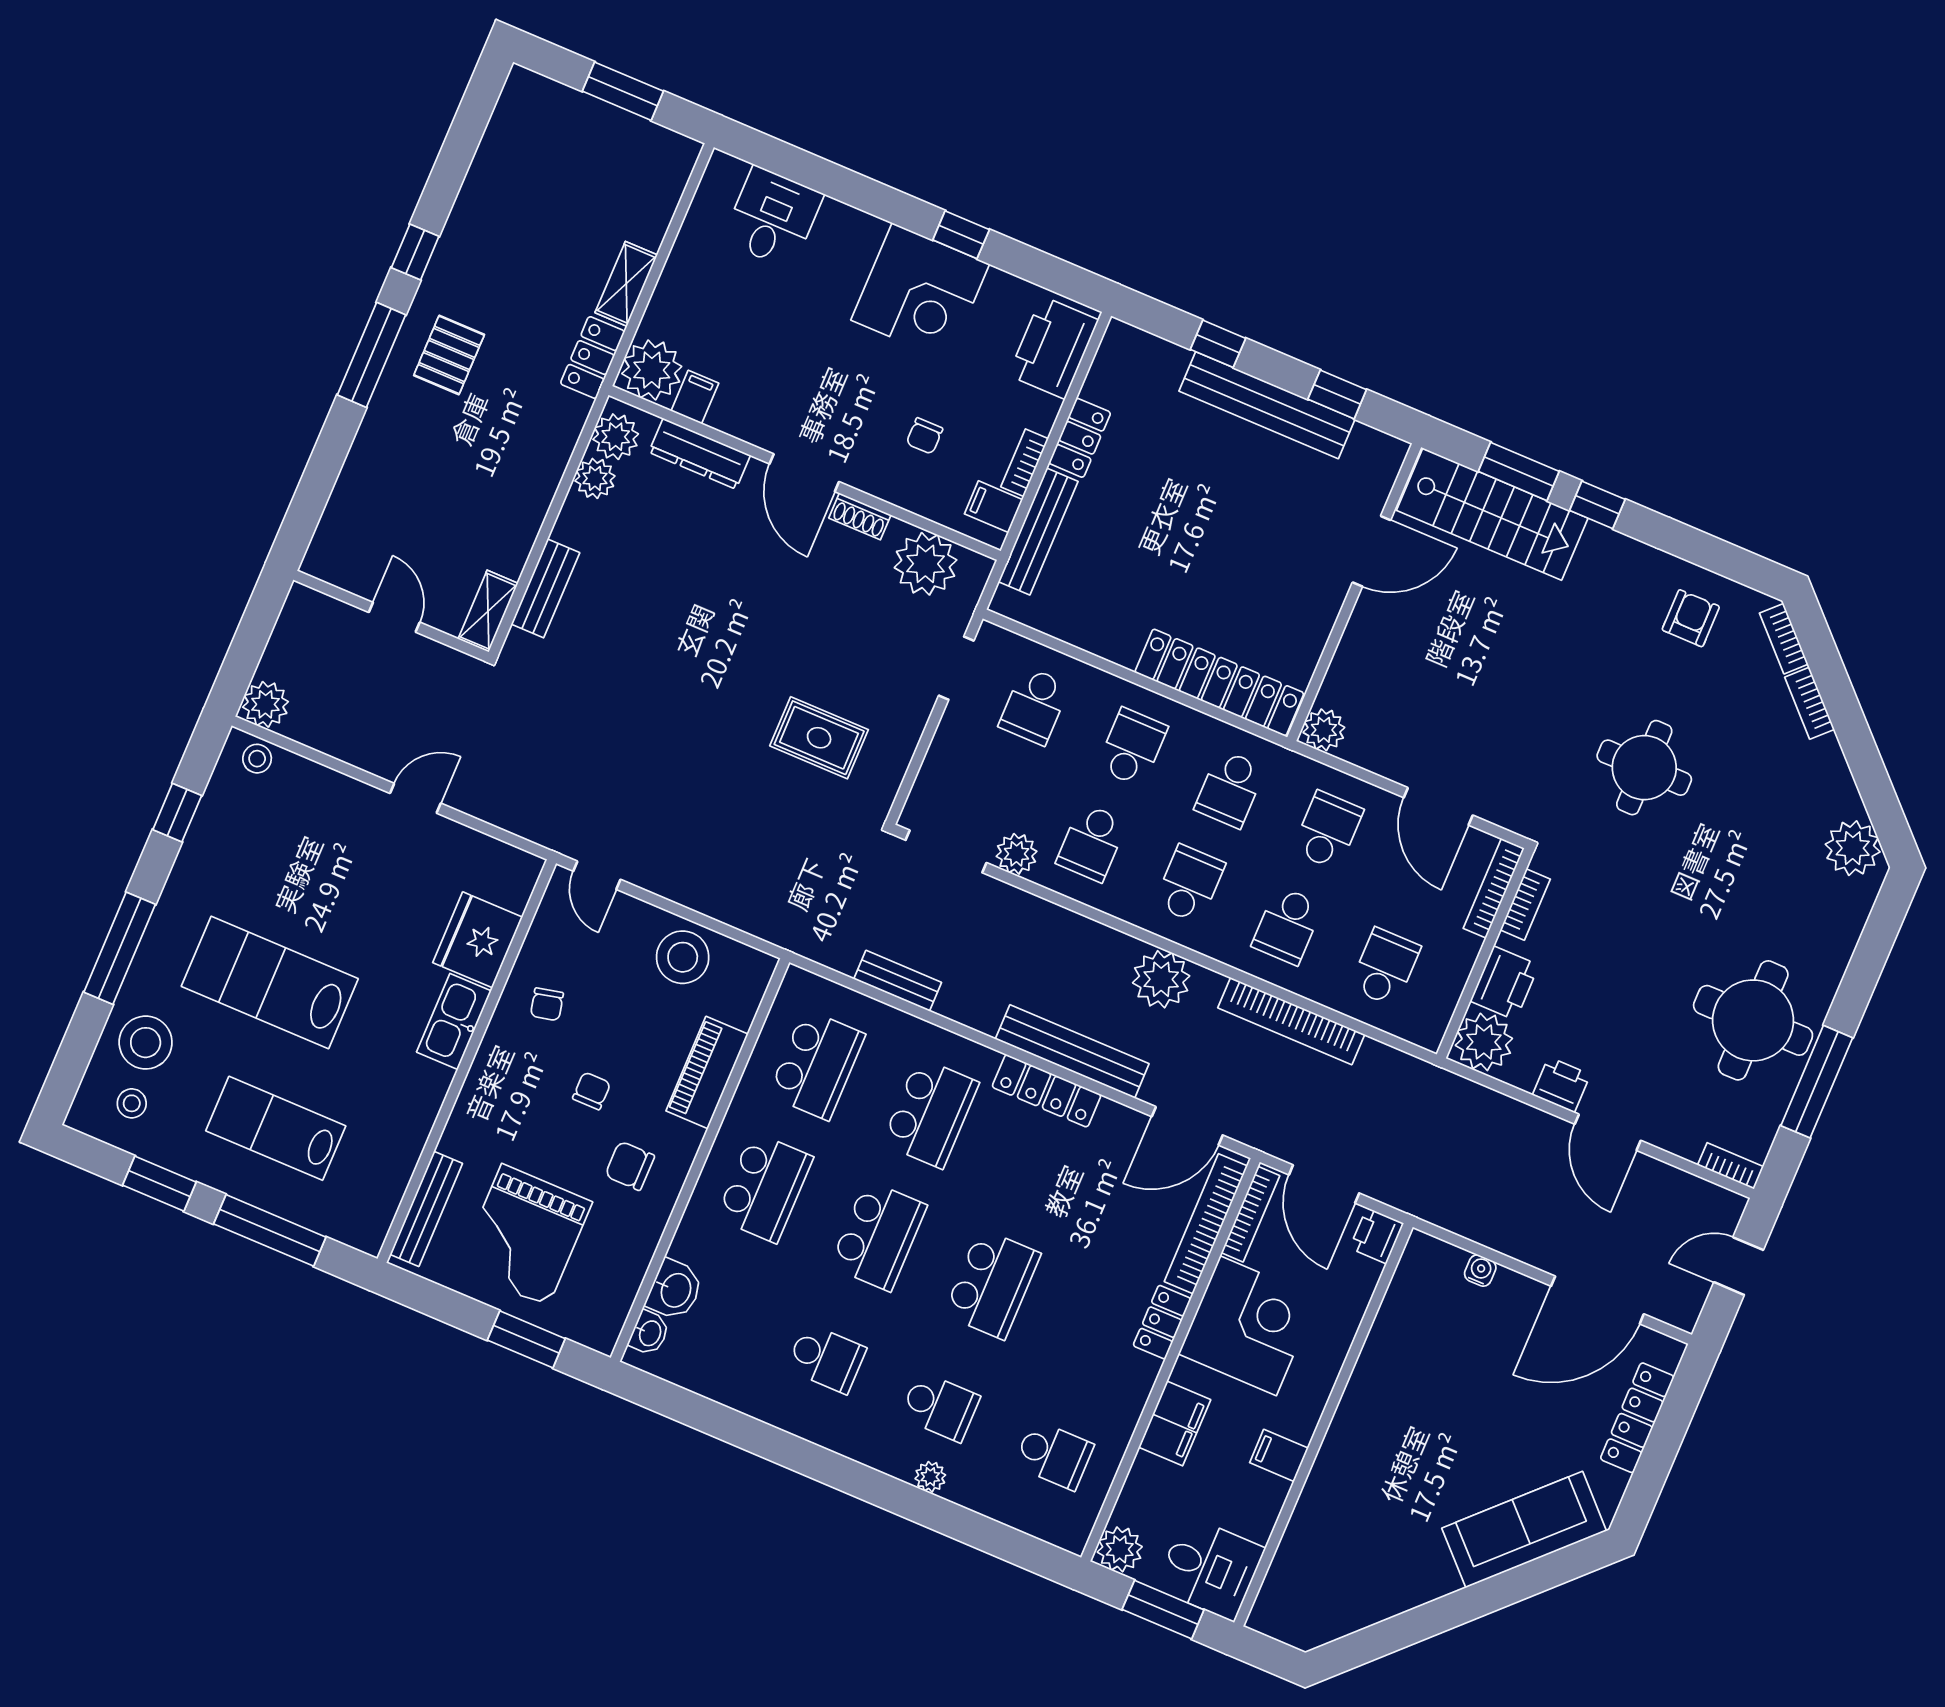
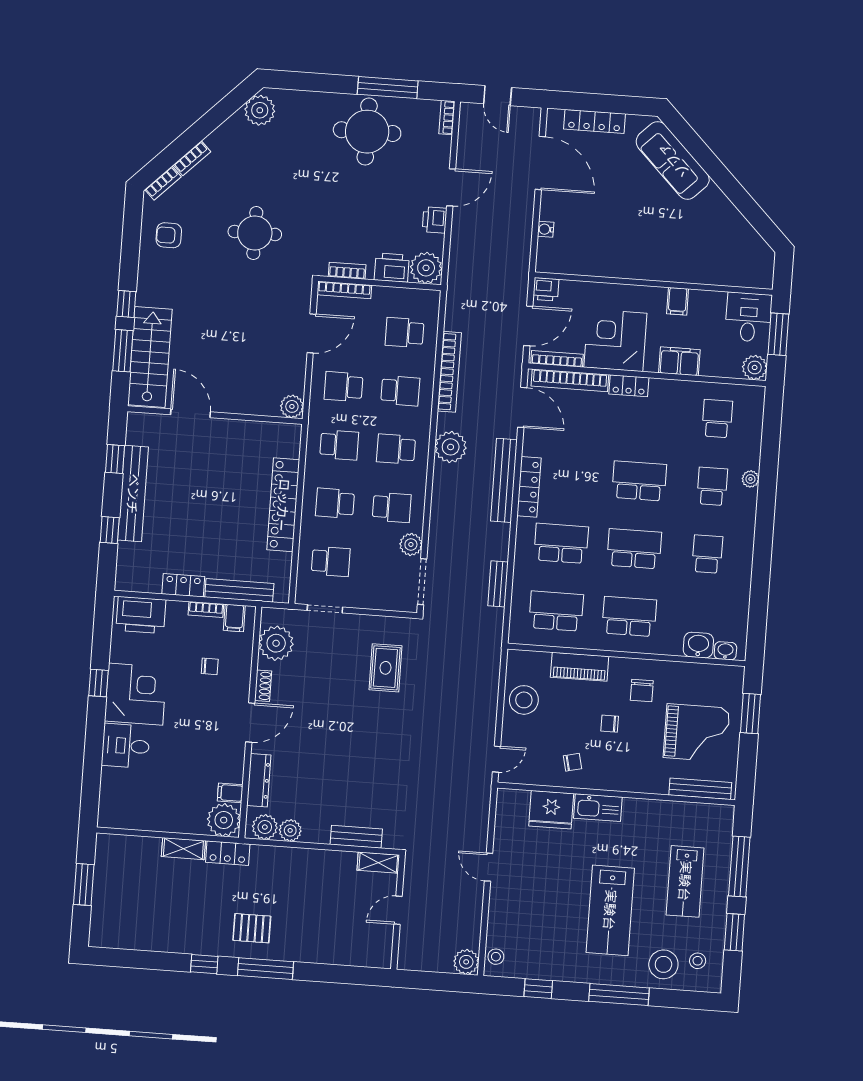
desk: (773, 218) -> (126, 746), moved
locker: (1219, 683) -> (283, 505), moved

